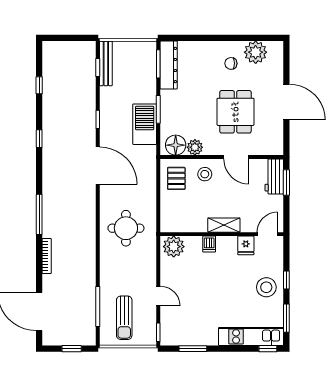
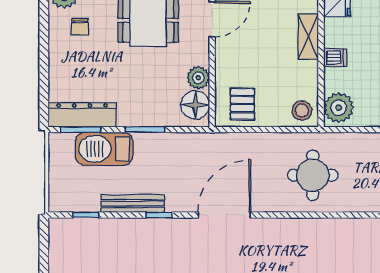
bench: (106, 63) -> (133, 204), moved
barbecue: (145, 124) -> (104, 149), moved
stool: (205, 174) -> (302, 110), moved
pallet: (176, 178) -> (242, 104), turned 90

